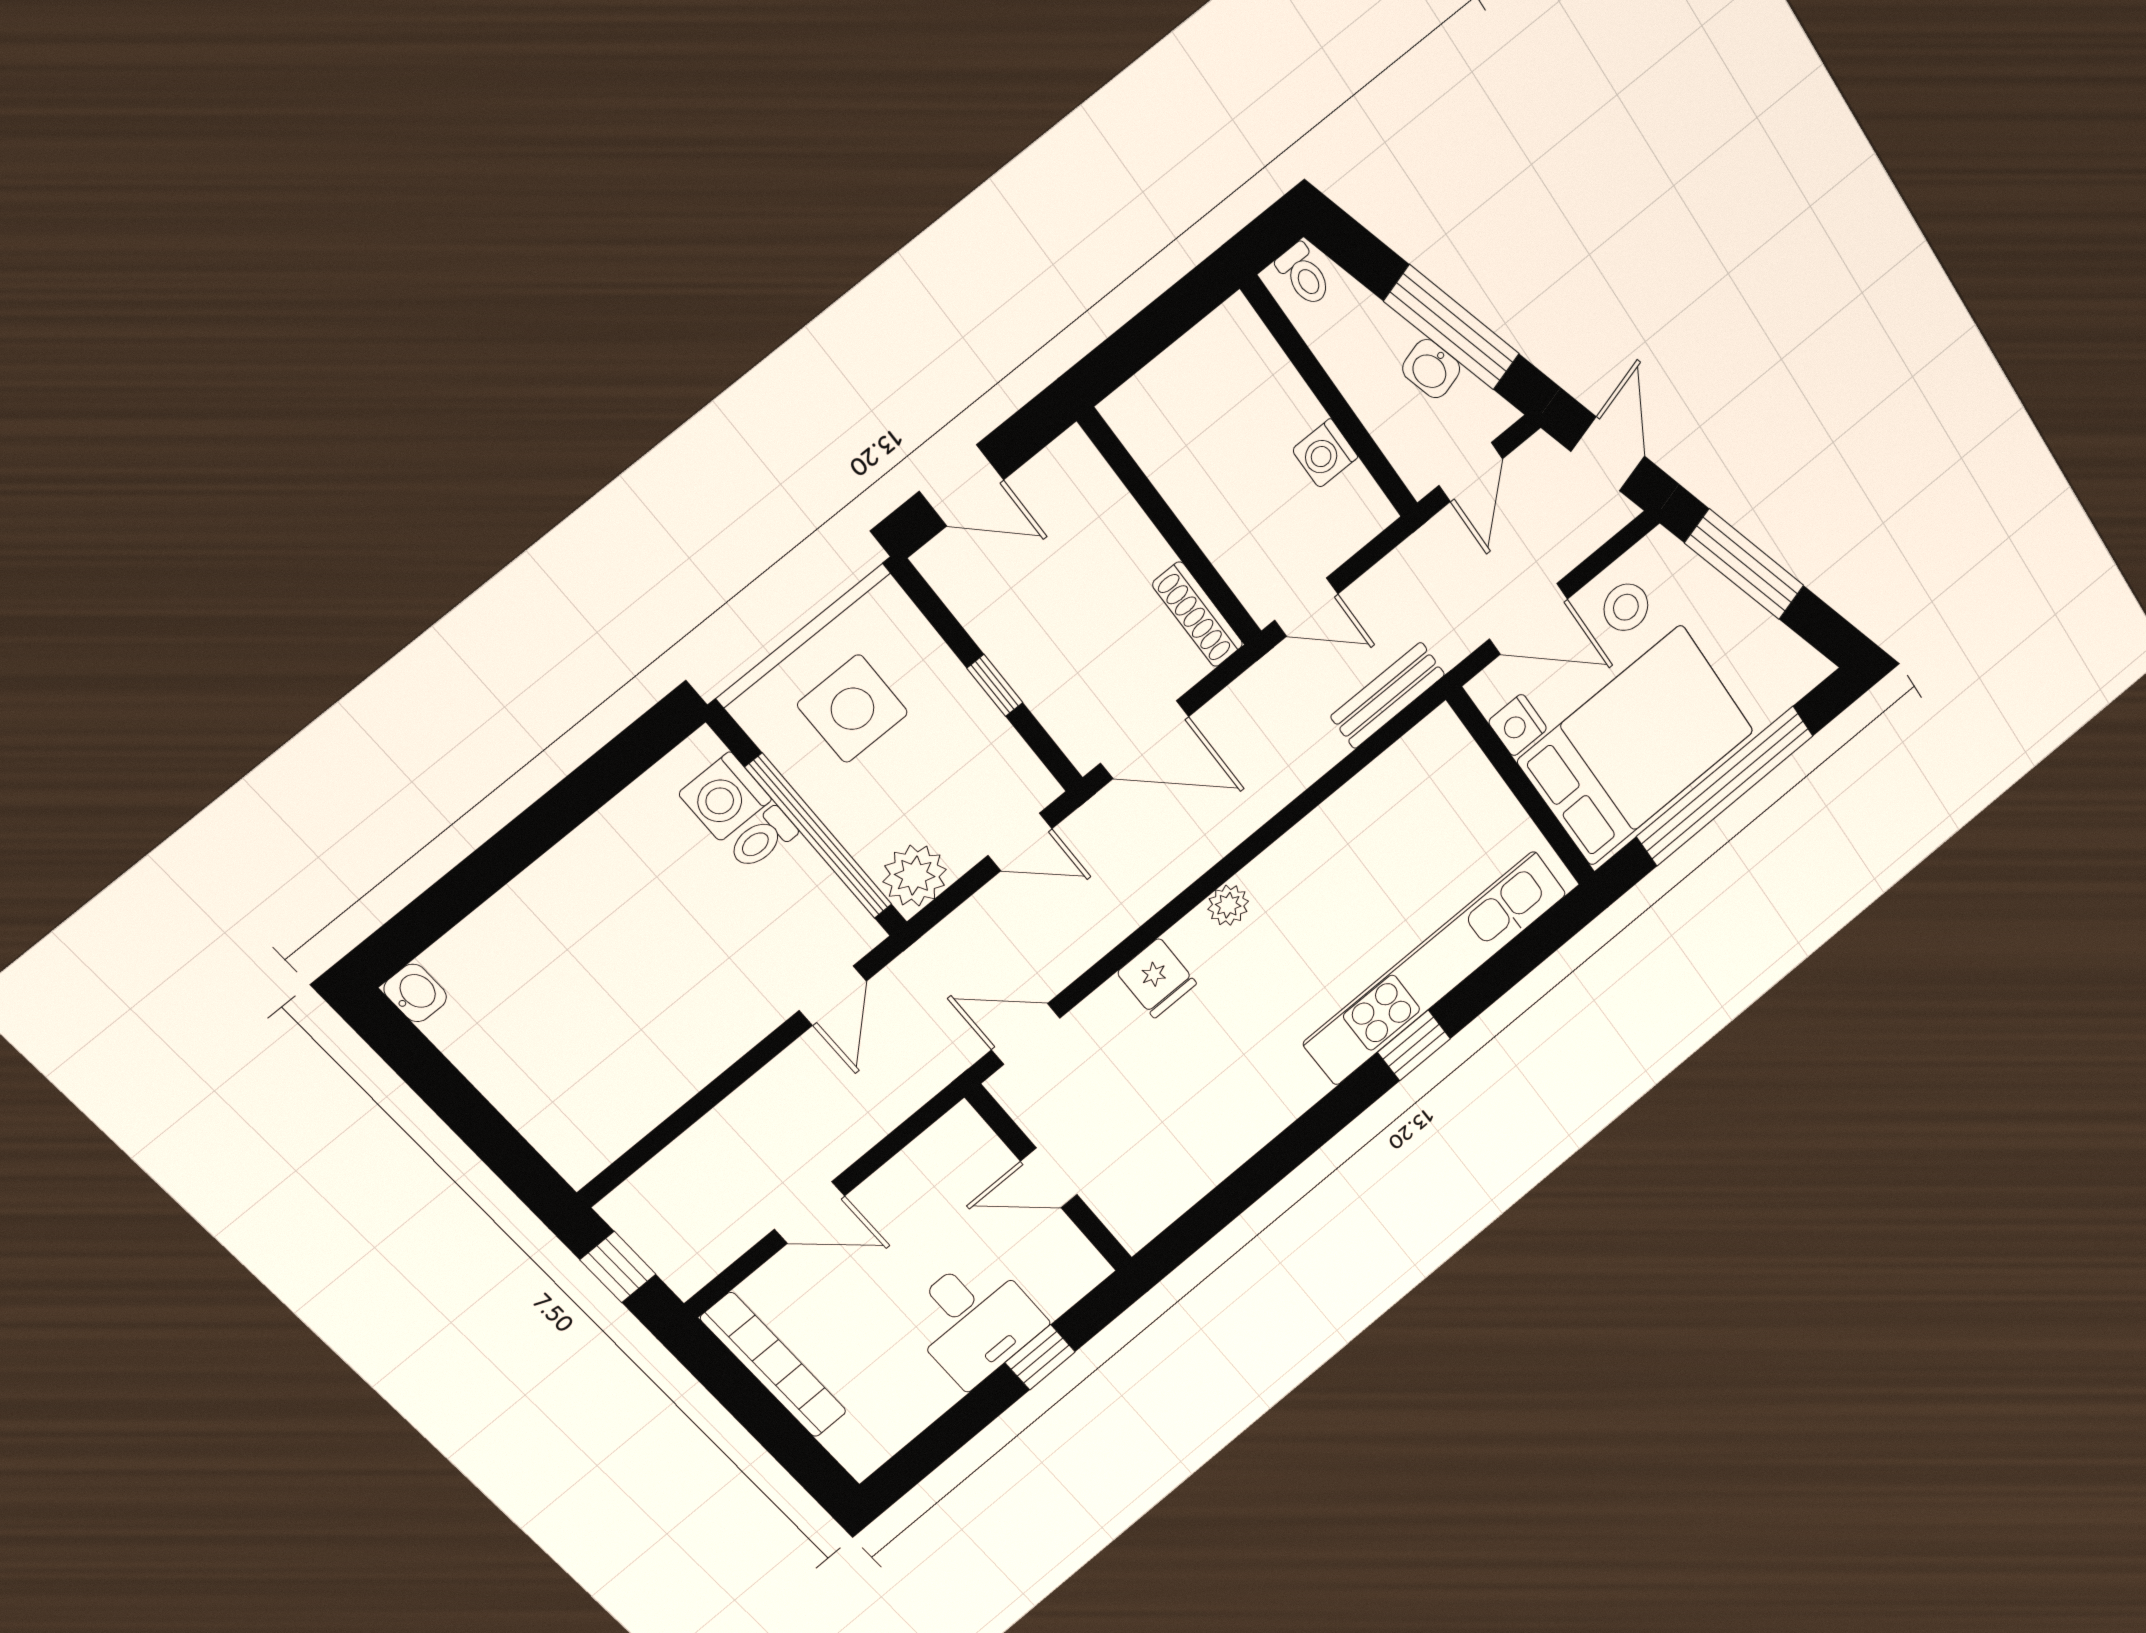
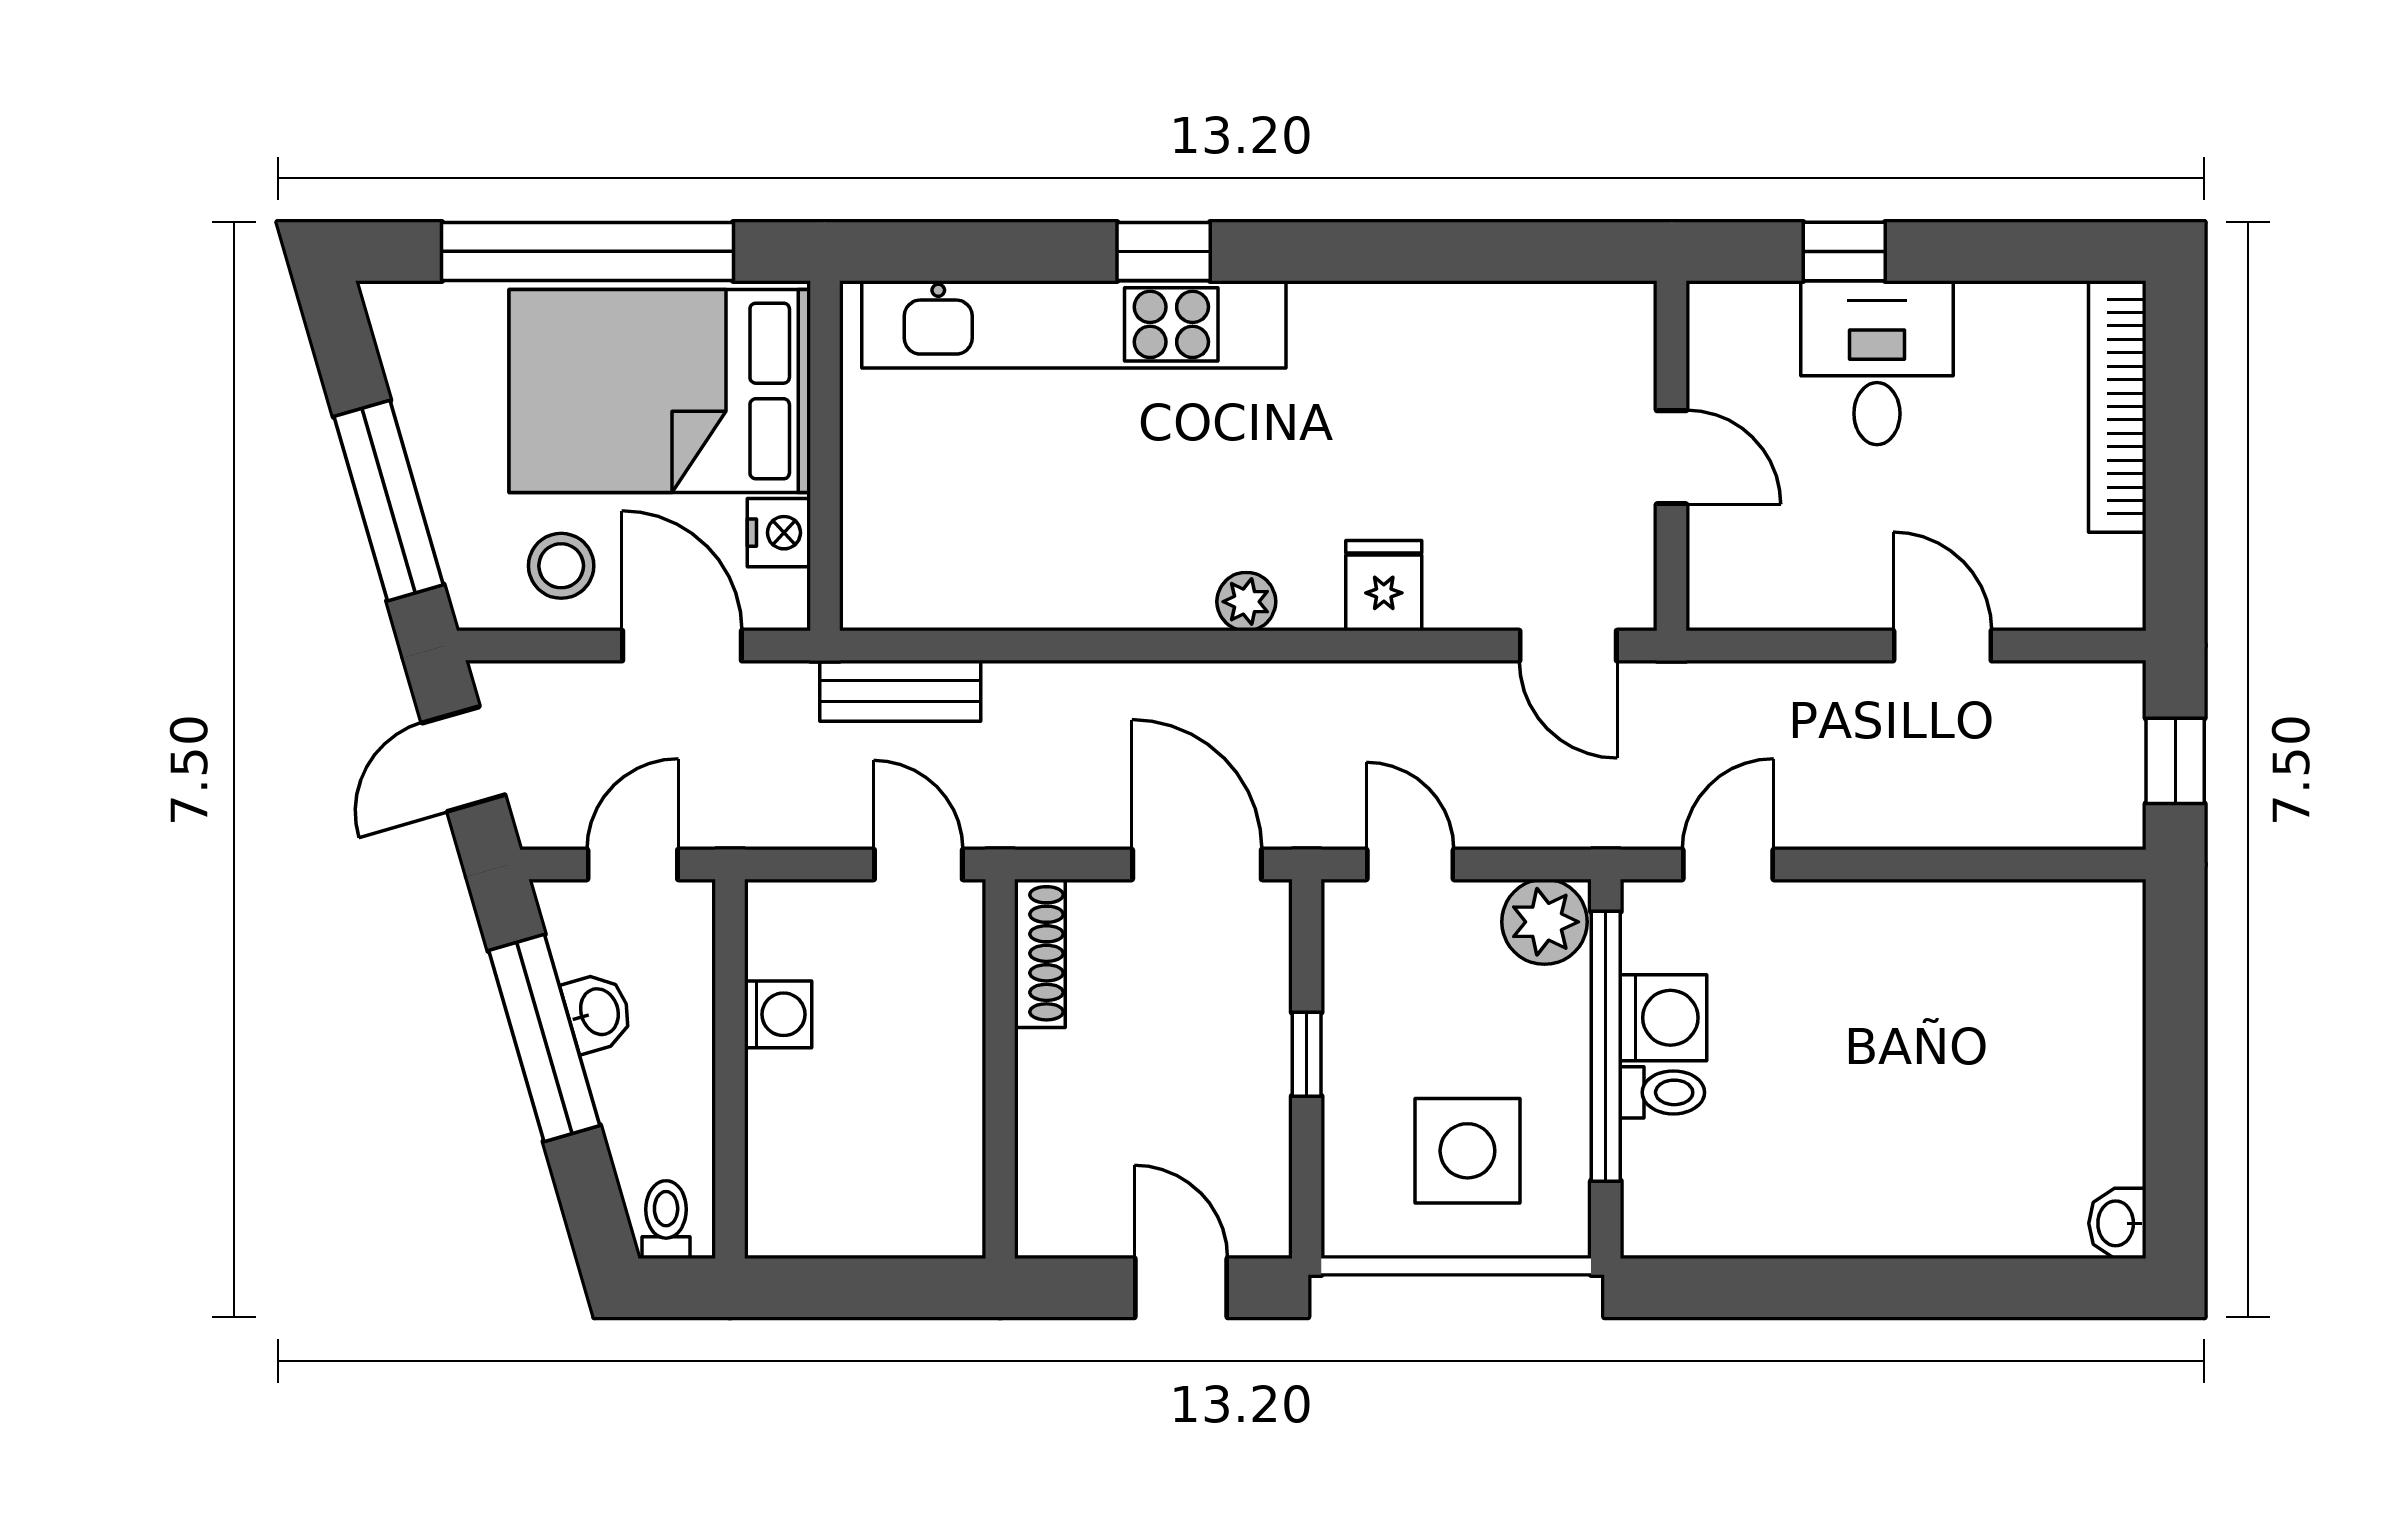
washing machine: (725, 797) -> (1663, 1018), moved
bookcase: (774, 1365) -> (2117, 407), moved

